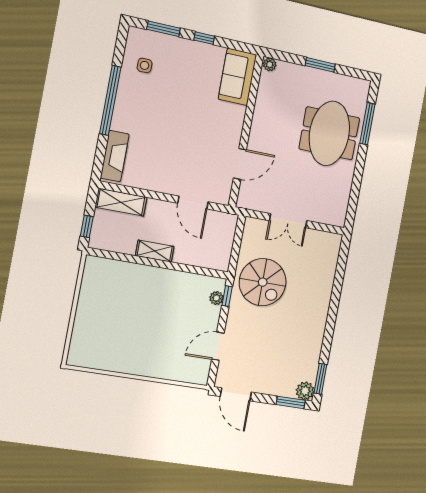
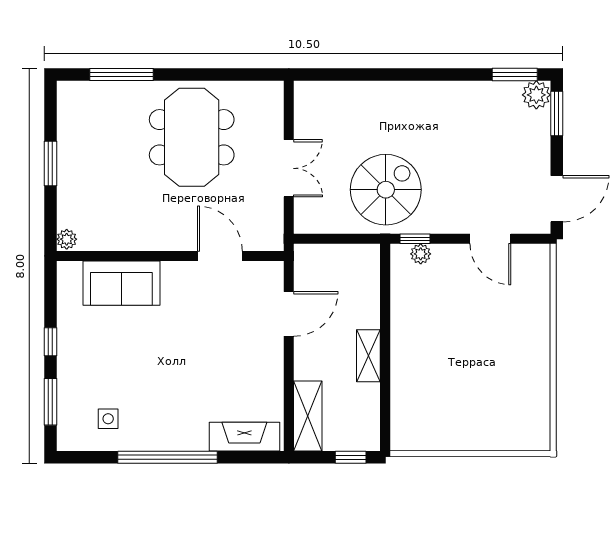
sofa: (237, 77) -> (121, 283), moved
meeting table: (329, 133) -> (192, 137), moved, turned 90

